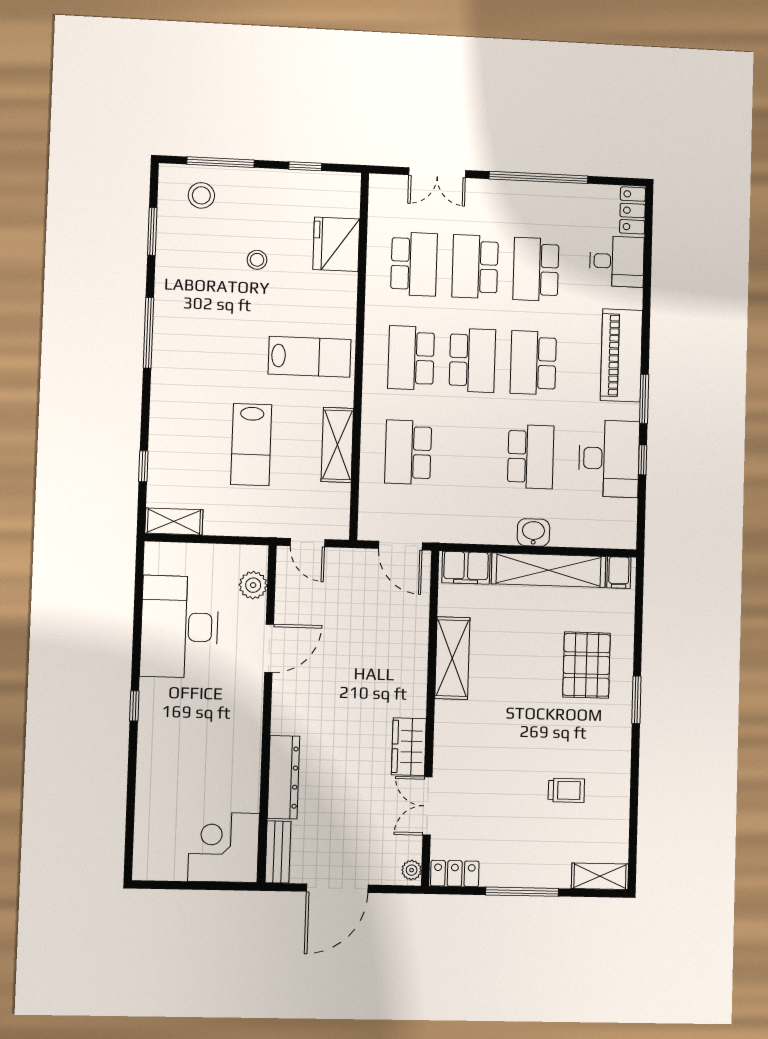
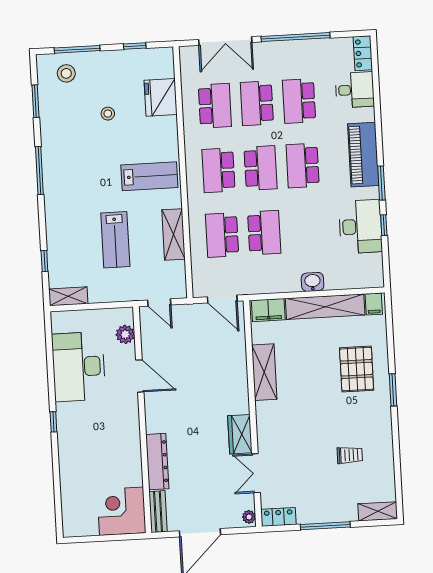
double door: (437, 173) -> (225, 41), width x1.37
school desk: (531, 457) -> (264, 233), moved
door: (269, 648) -> (140, 376), hinge flipped

